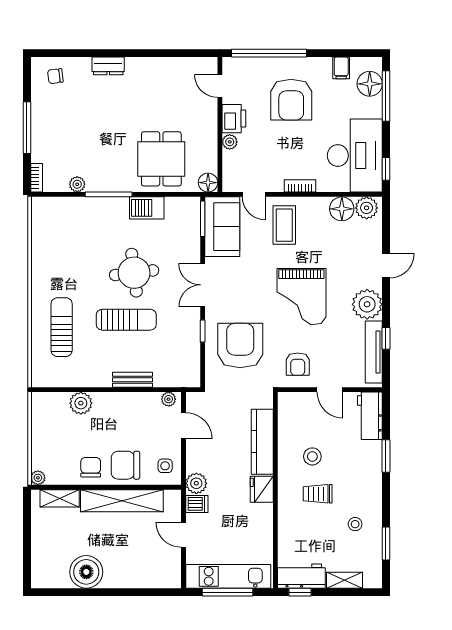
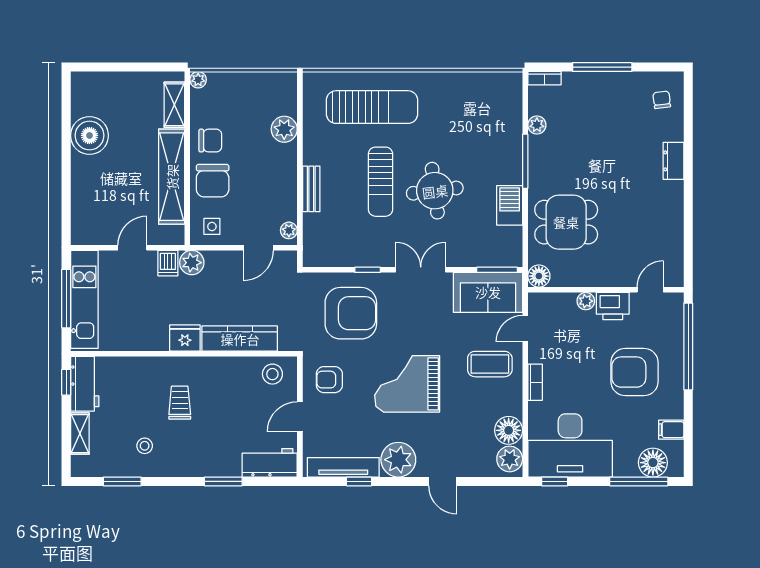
sun lounger: (62, 327) -> (372, 107), width x1.36, depth x1.34
stool: (312, 456) -> (272, 374), moved
chair: (125, 465) -> (213, 181), turned 180

